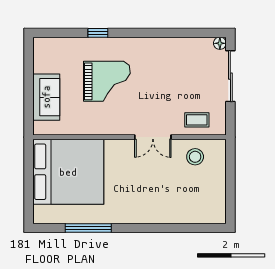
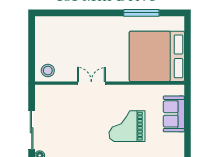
coffee table: (197, 120) -> (58, 96), removed
stool: (195, 157) -> (48, 70), moved

